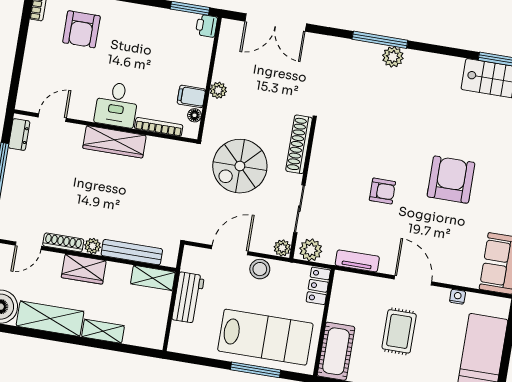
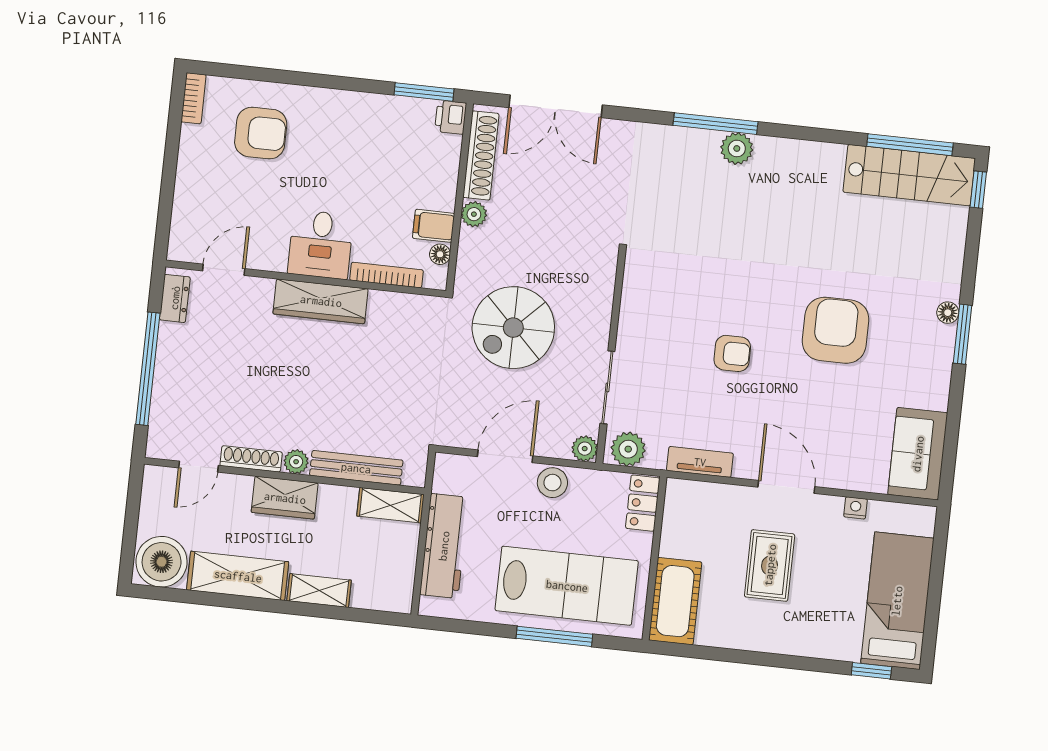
armchair: (81, 29) -> (261, 133), turned -90
shoe rack: (299, 144) -> (481, 155), moved, turned 180
workbench: (188, 298) -> (444, 546), width x1.38

